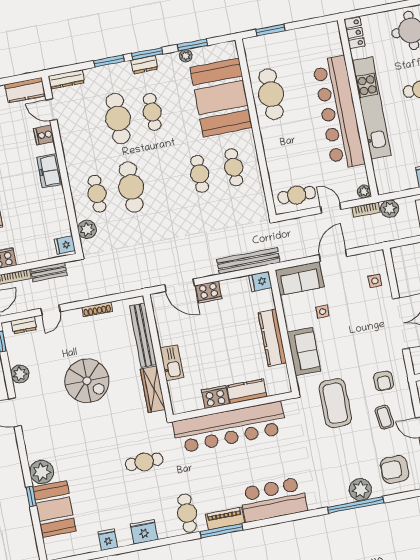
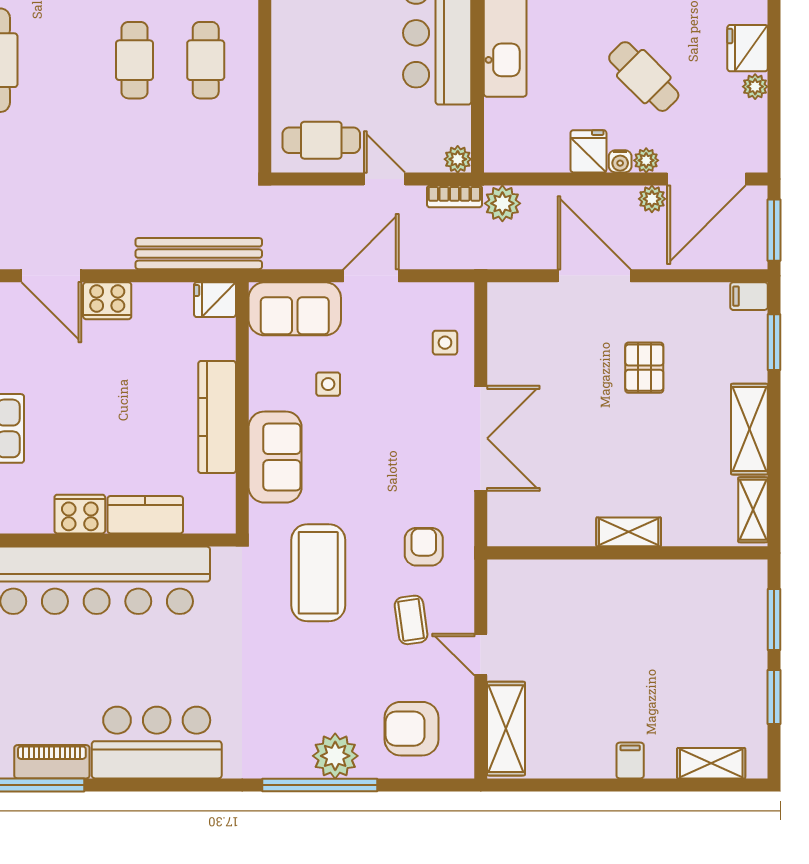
armchair: (384, 381) -> (424, 547), turned 180

